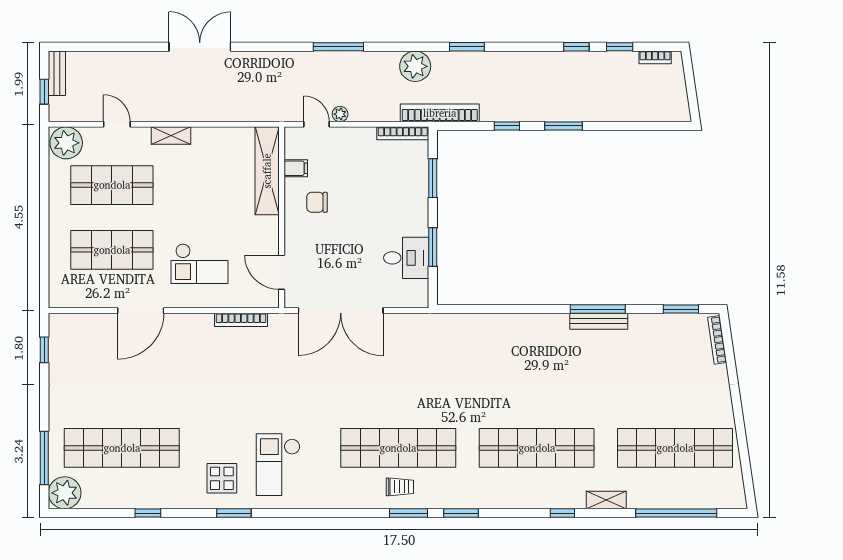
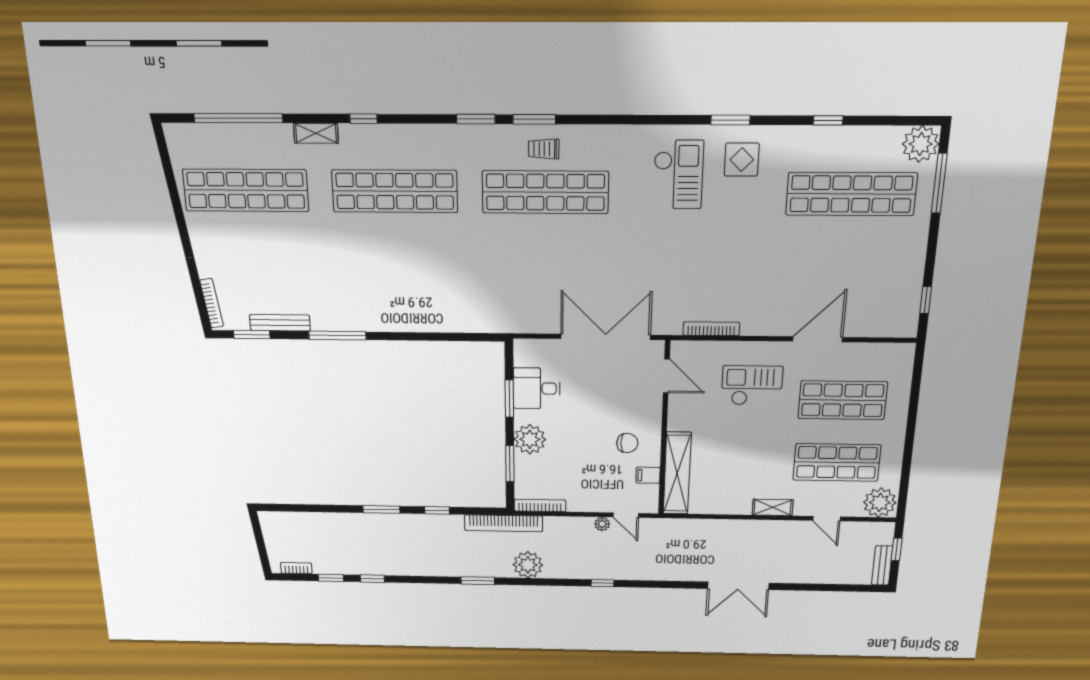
window: (338, 47) -> (602, 583), width x0.46
plant: (413, 205) -> (530, 439), added
bench: (599, 321) -> (280, 323), moved

